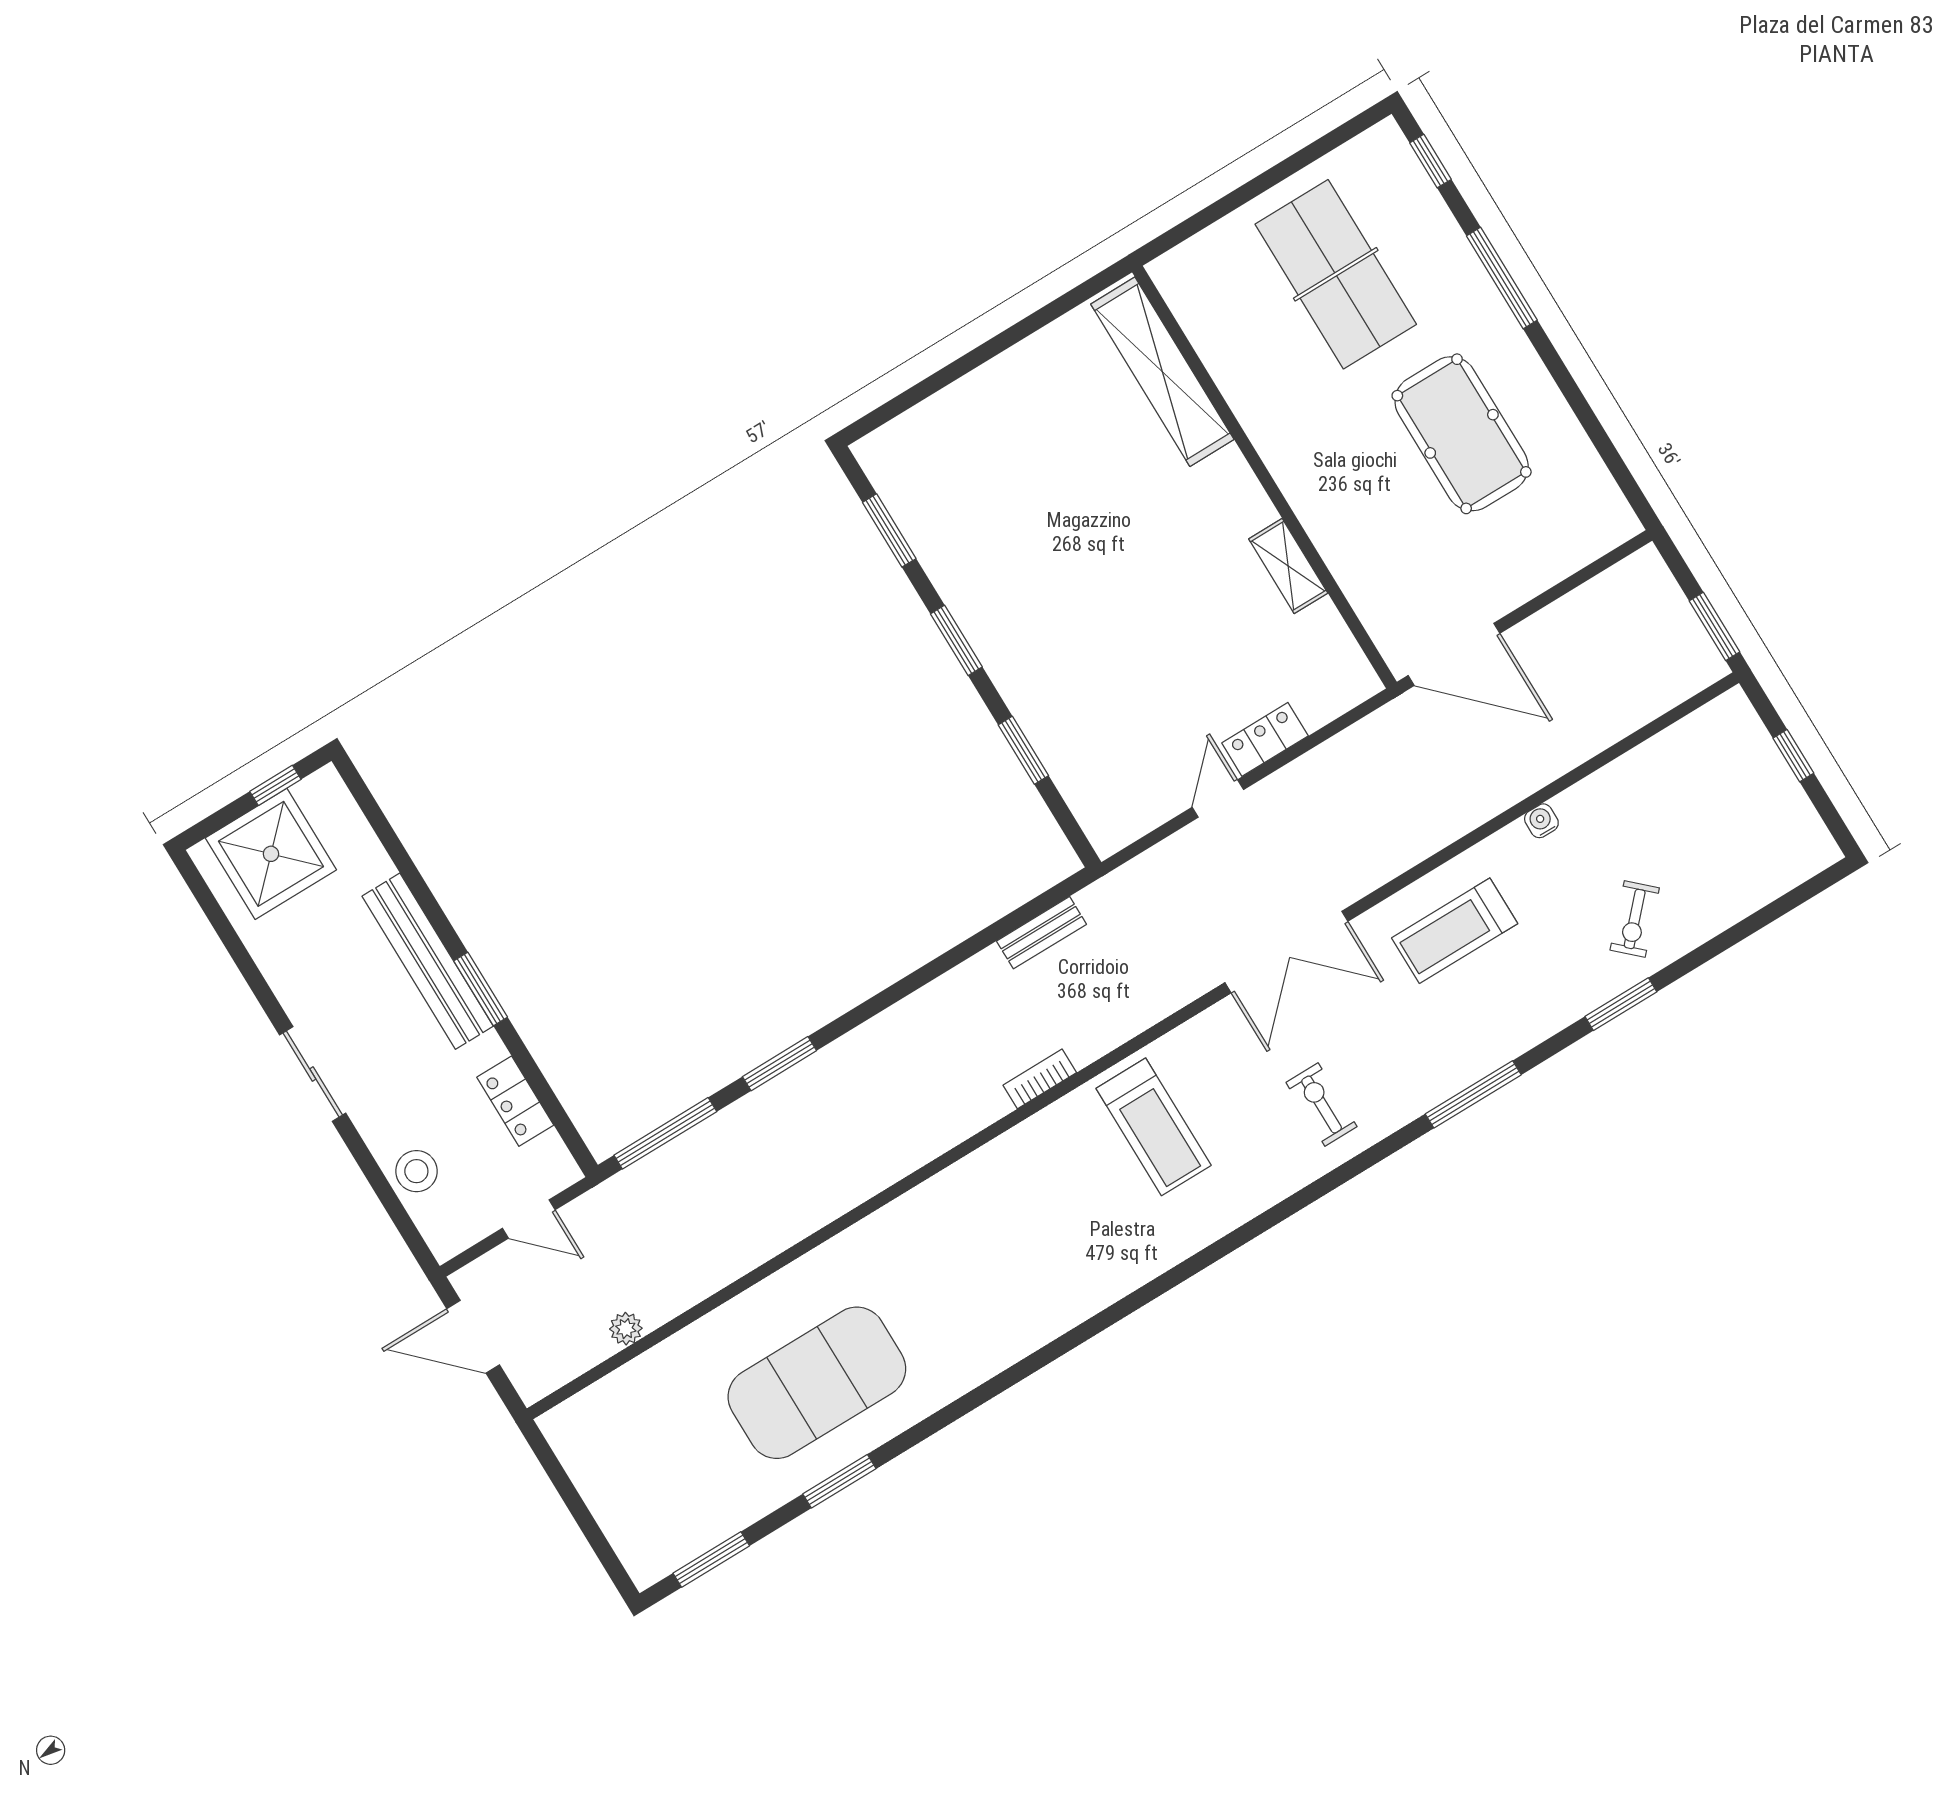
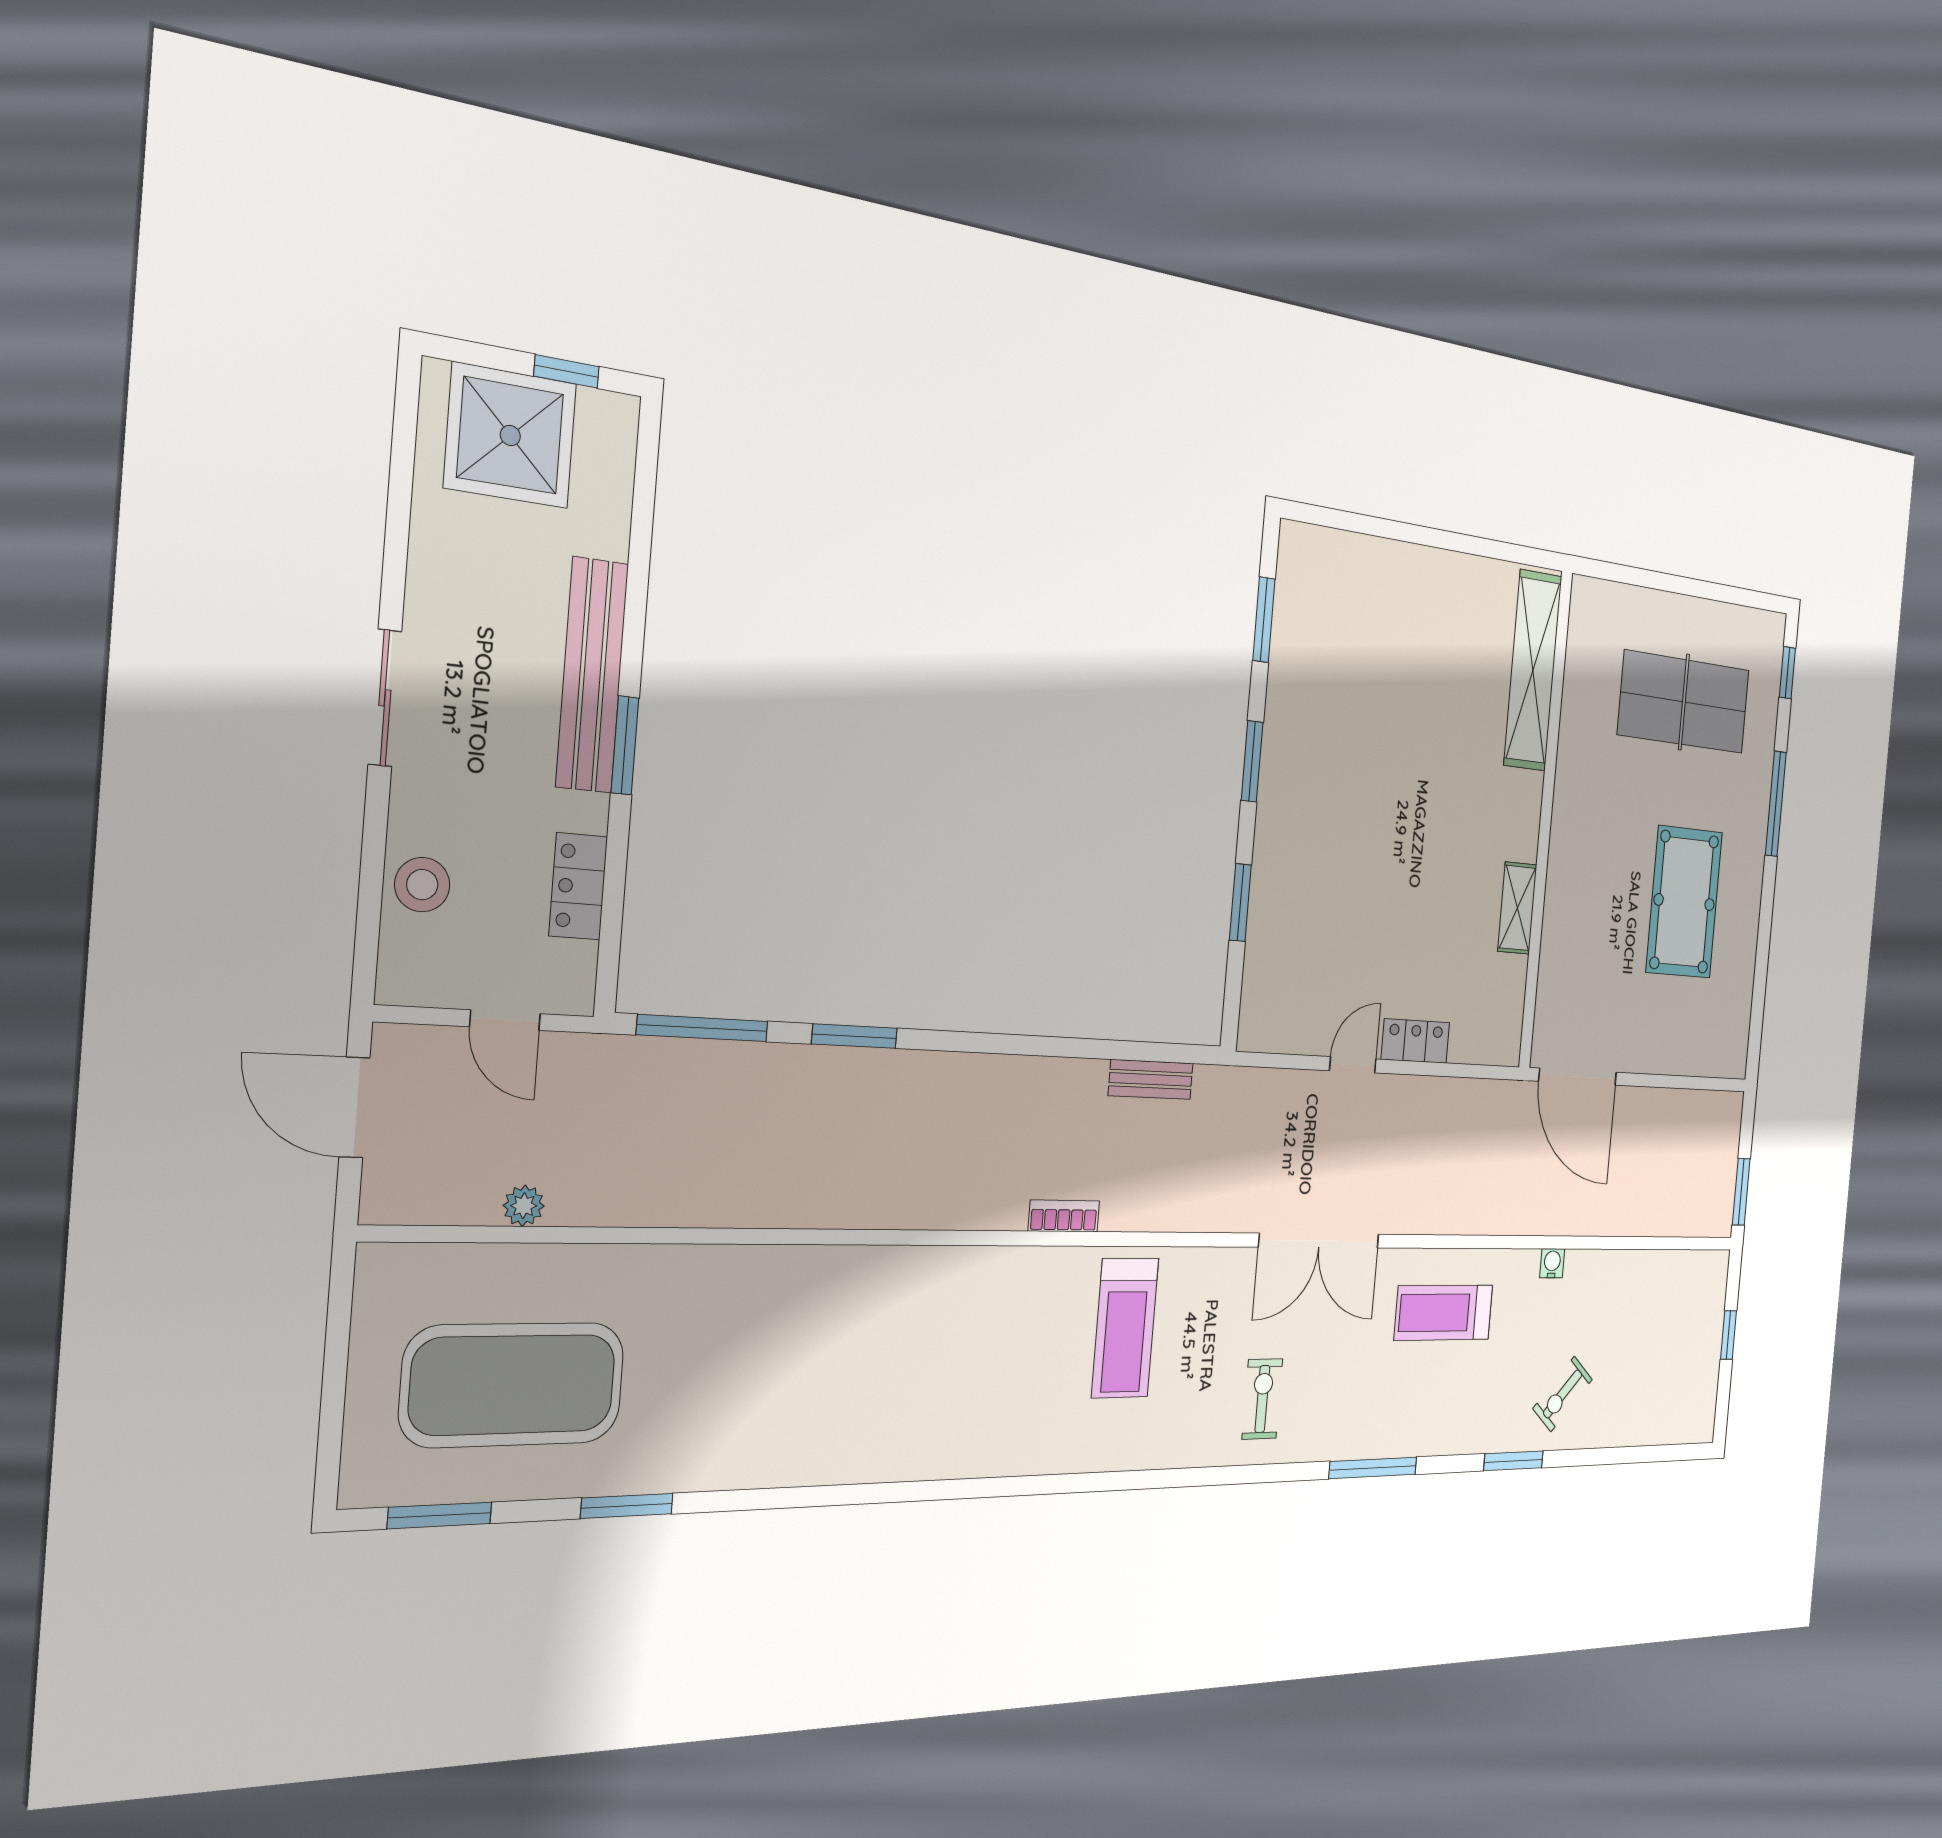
table tennis table: (1336, 274) -> (1684, 702), turned 90
exercise mat: (817, 1383) -> (513, 1385), moved

